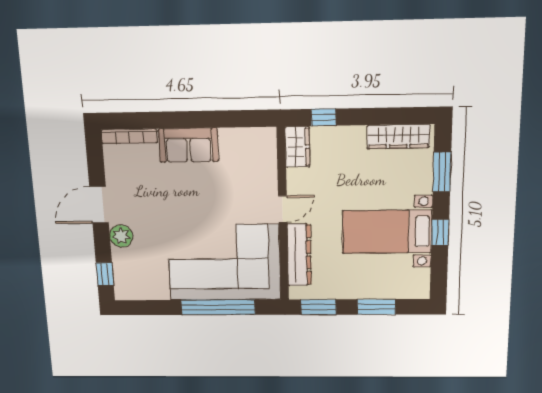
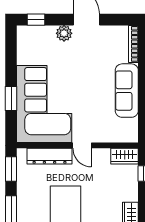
sofa: (188, 145) -> (127, 91), width x1.36
window: (218, 307) -> (11, 98), width x0.47

